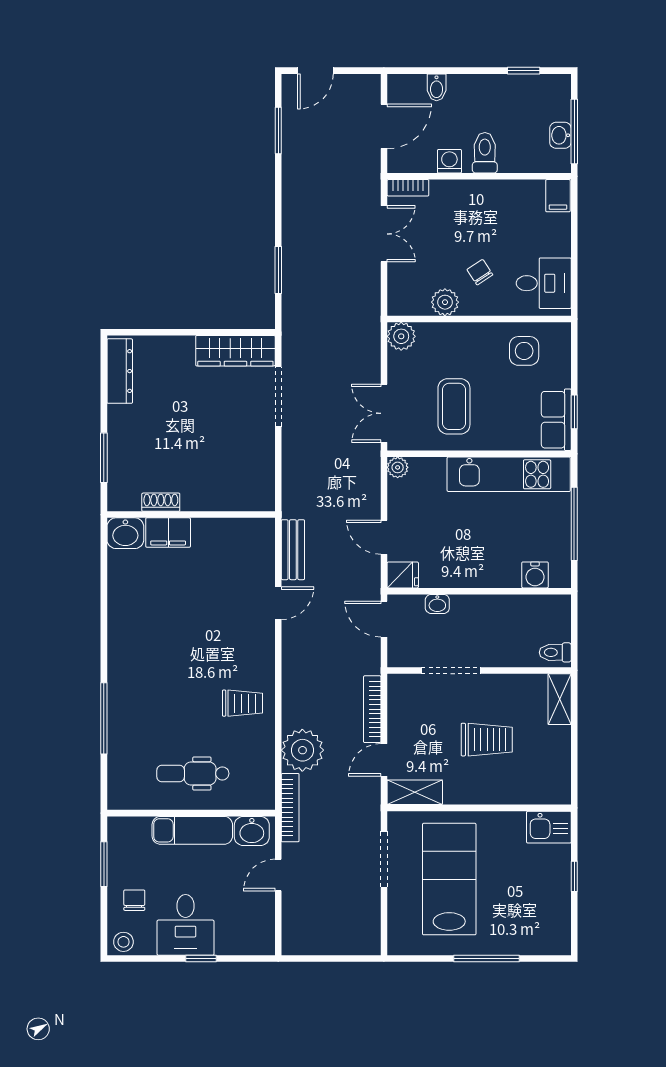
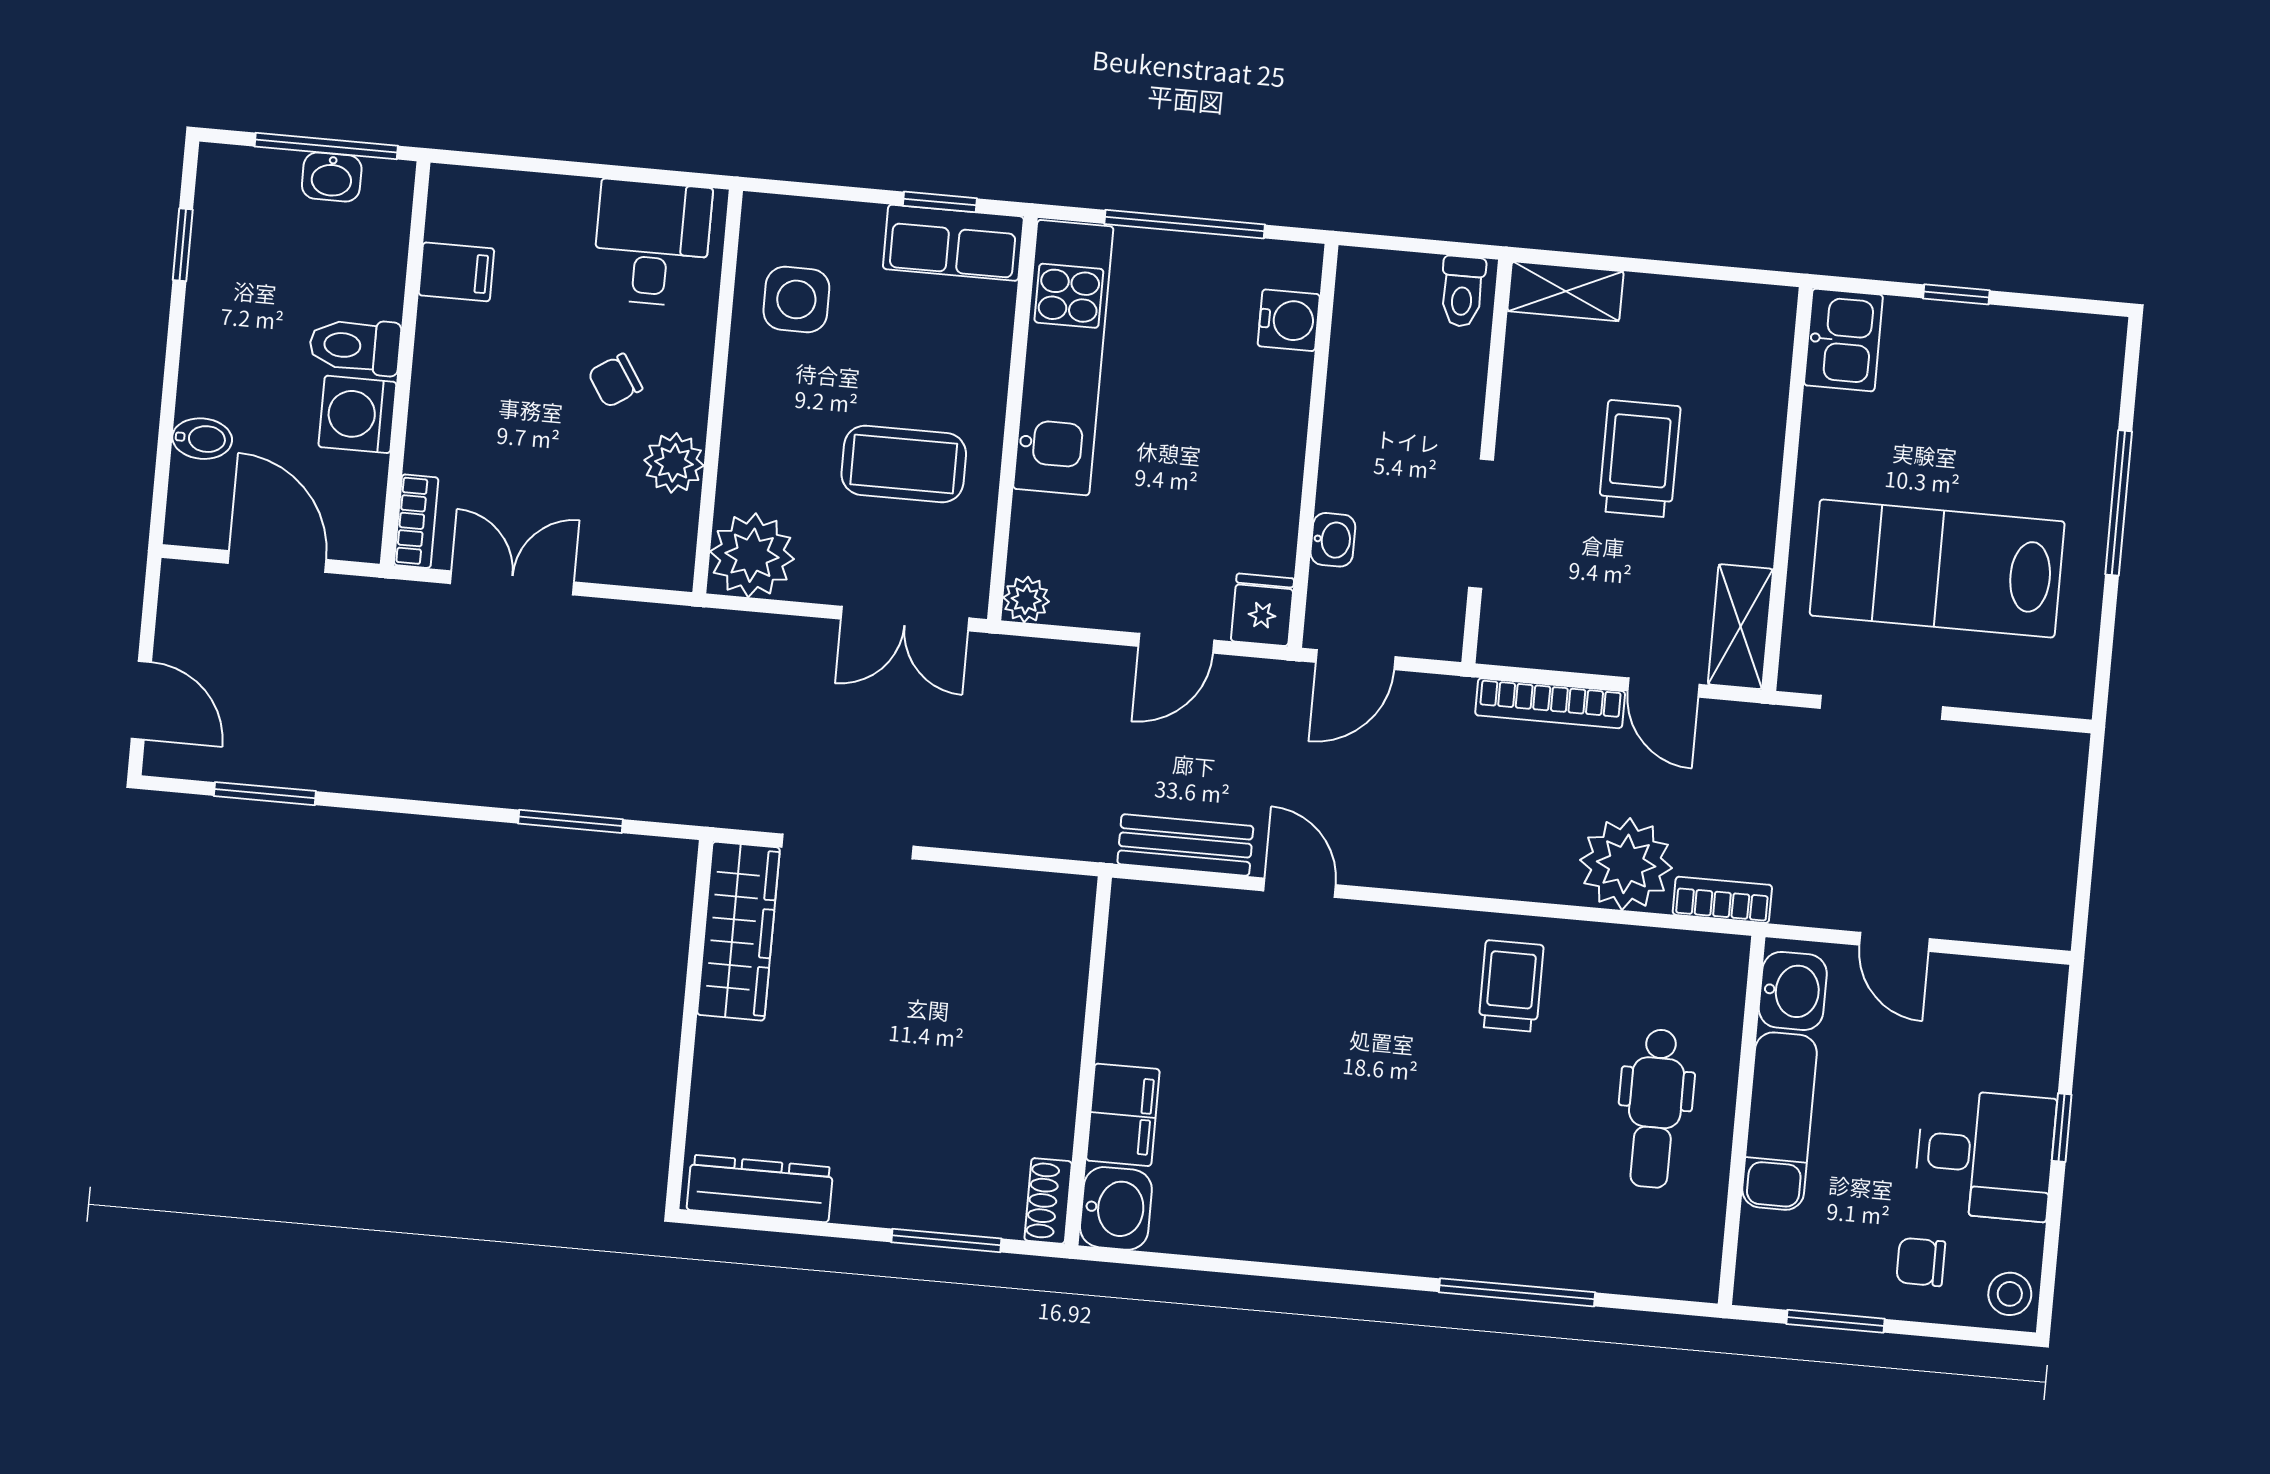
washing machine: (449, 161) -> (357, 414), width x1.38, depth x1.38
filing cabinet: (558, 196) -> (456, 272), moved
plant: (401, 336) -> (752, 555), width x1.36, depth x1.36
shoe rack: (161, 502) -> (1048, 1201), moved
bookcase: (290, 808) -> (1722, 900), width x0.64

